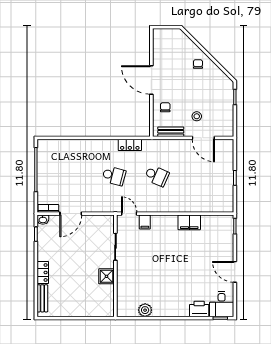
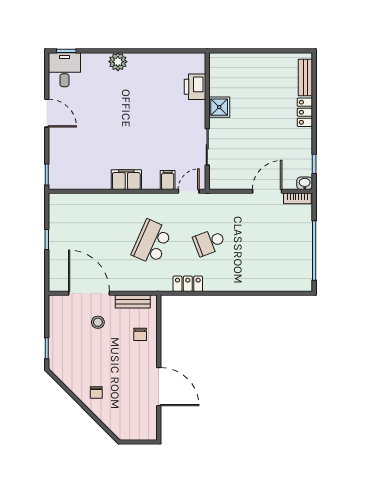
door: (151, 80) -> (159, 387), moved
door: (203, 138) -> (89, 293), width x1.36
school desk: (114, 176) -> (209, 242), turned -36
school desk: (157, 176) -> (152, 242), width x1.85
door: (129, 214) -> (189, 191), swing flipped
filing cabinet: (189, 222) -> (126, 180), moved
printer: (199, 309) -> (195, 87), moved, turned 90
plant: (145, 310) -> (118, 62), moved

